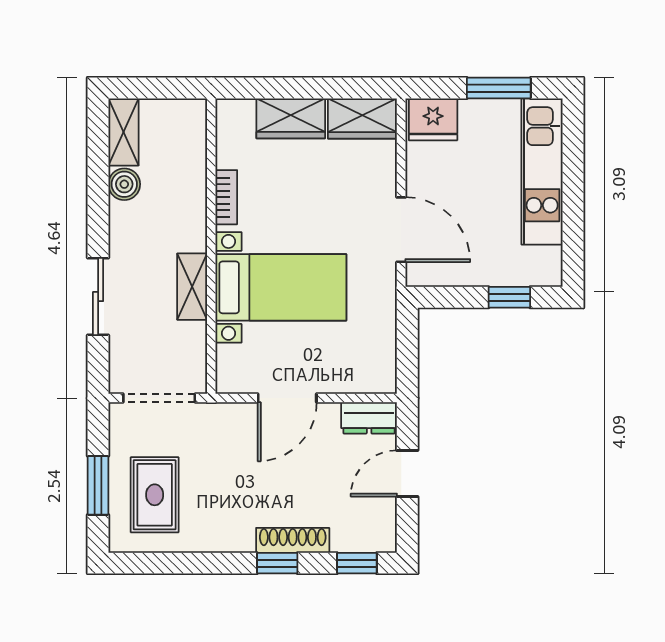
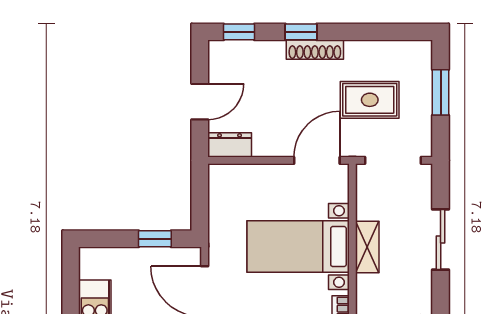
window: (509, 297) -> (155, 239), moved
door: (287, 398) -> (317, 160), moved
rug: (155, 495) -> (370, 100), moved, turned 90
shoe rack: (293, 540) -> (315, 50), moved

